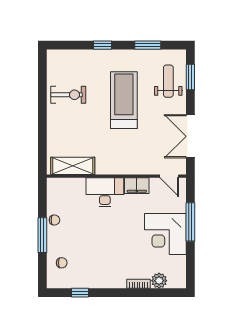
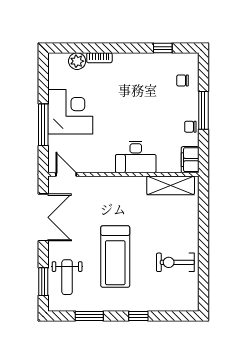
filing cabinet: (137, 186) -> (190, 160), moved, turned -90

